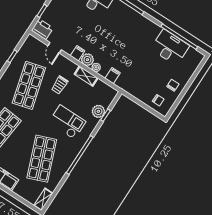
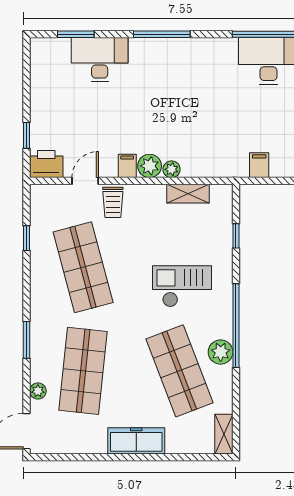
door: (55, 48) -> (85, 181), swing flipped
shelving: (86, 76) -> (188, 194), moved
filing cabinet: (113, 76) -> (259, 165), moved
trolley: (60, 85) -> (113, 202), moved
plant: (98, 111) -> (221, 352), moved

